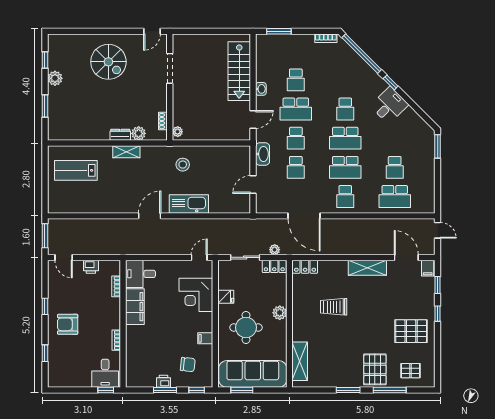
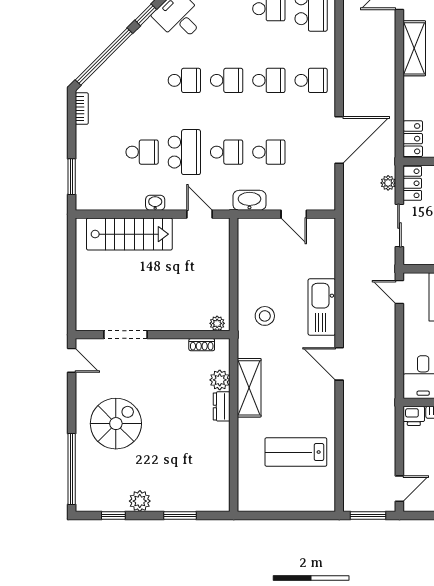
window: (77, 31) -> (72, 469), added
school desk: (345, 138) -> (227, 80), width x0.54
shelving: (126, 152) -> (249, 388), width x1.50, depth x1.33
school desk: (345, 167) -> (269, 80), width x0.54
lab bench: (76, 170) -> (296, 452), moved, turned 90
printer: (91, 267) -> (414, 416), moved, turned 90

